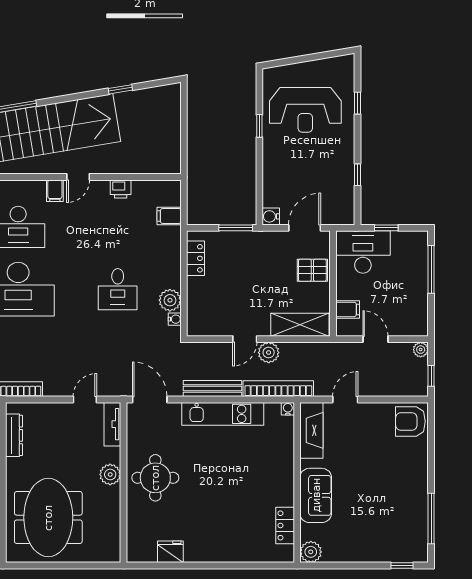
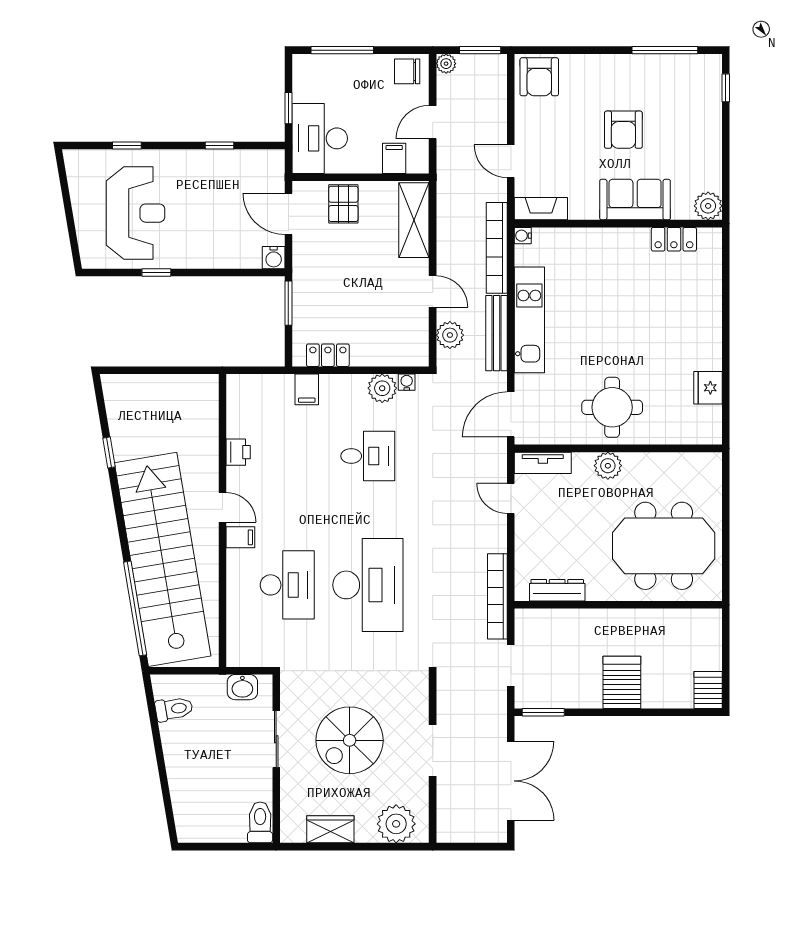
filing cabinet: (169, 216) -> (307, 389), moved
chair: (415, 320) -> (407, 71), added
plant: (269, 353) -> (450, 335), moved
window: (431, 376) -> (480, 50), width x1.50
fireplace: (311, 430) -> (541, 209), width x0.73, depth x0.76
armchair: (370, 486) -> (623, 130), added

